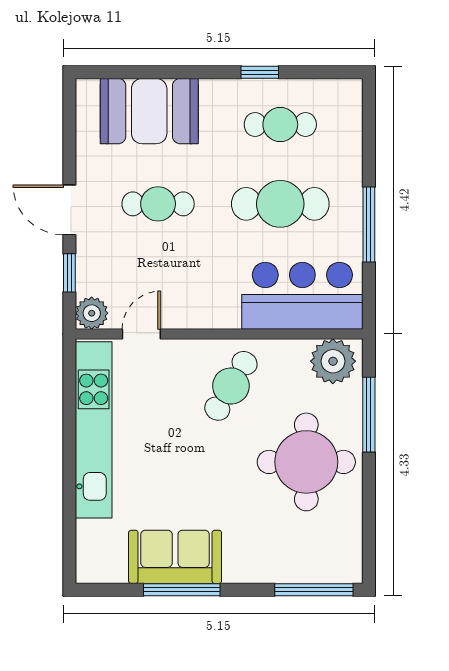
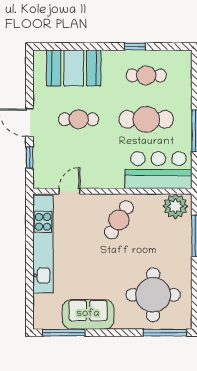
plant: (92, 313) -> (42, 180), removed
round table: (306, 462) -> (153, 295), moved
window: (182, 590) -> (64, 333), moved

